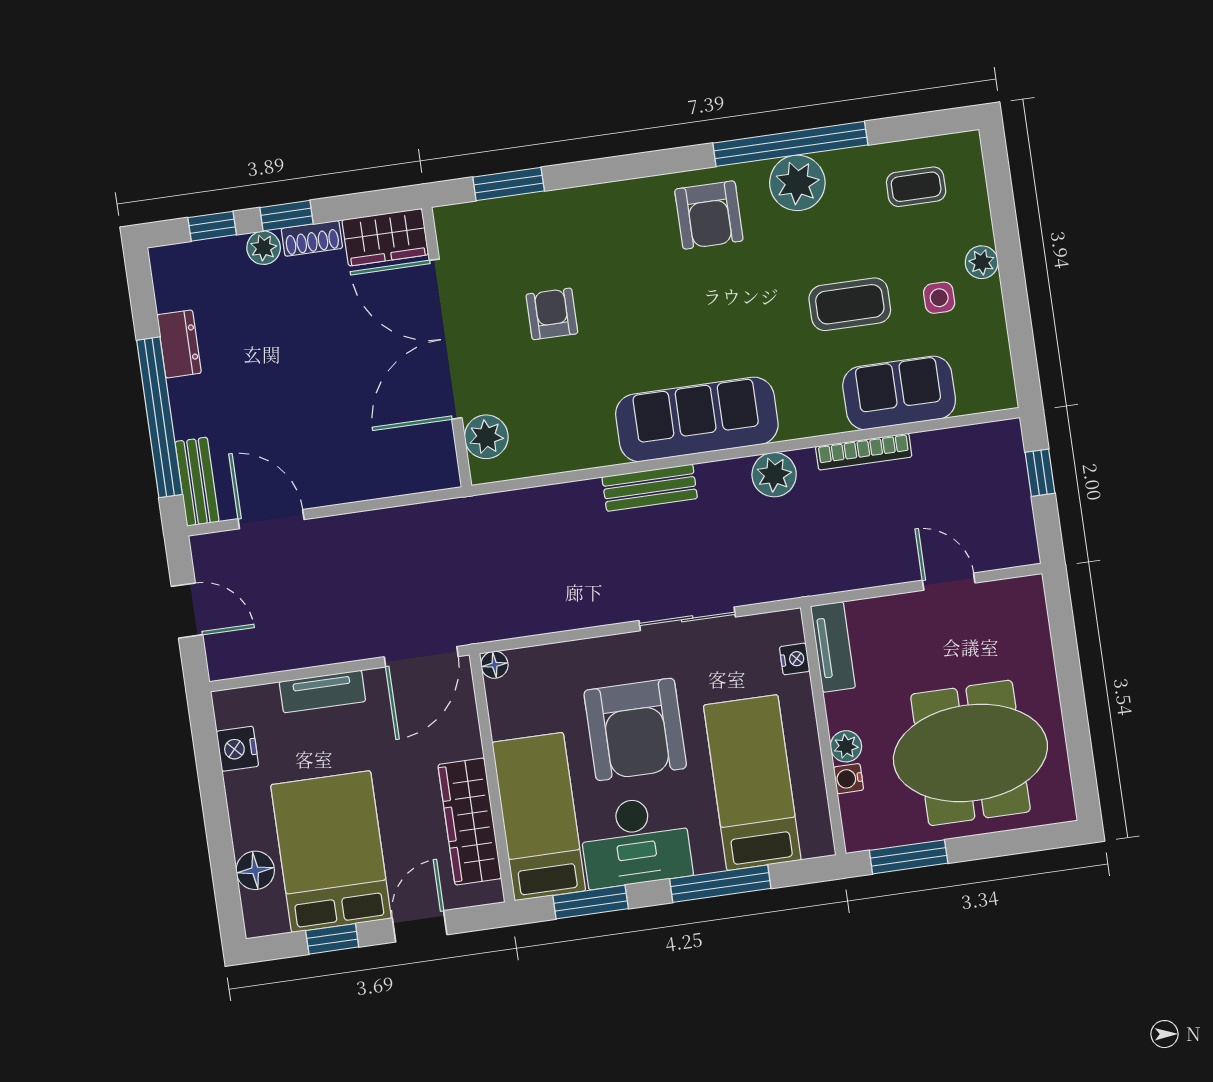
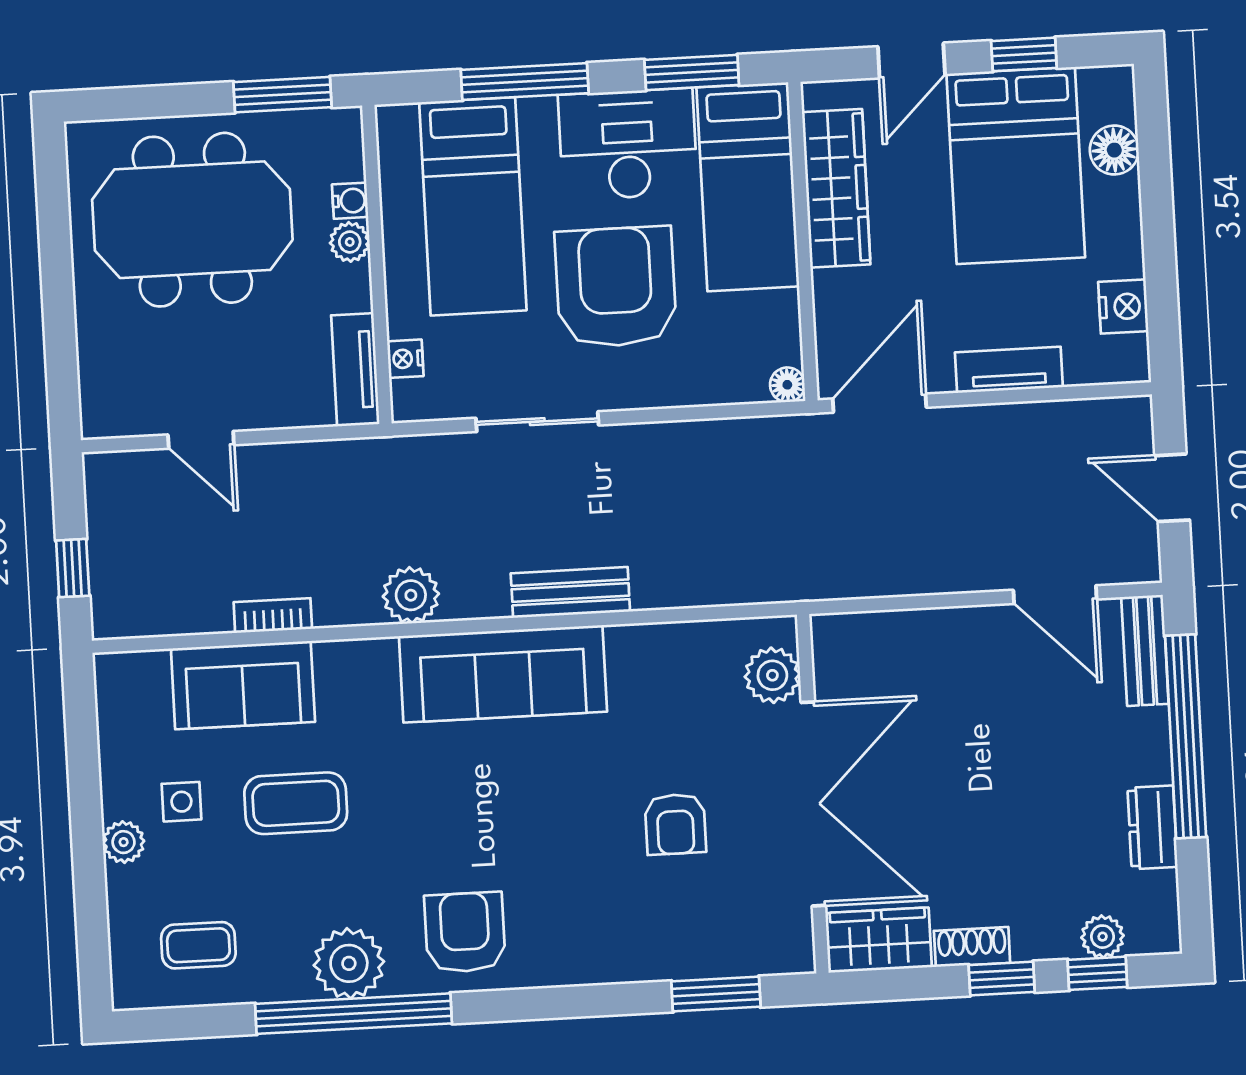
plant: (264, 248) -> (1103, 937), moved
bookcase: (864, 452) -> (273, 616), width x0.64

